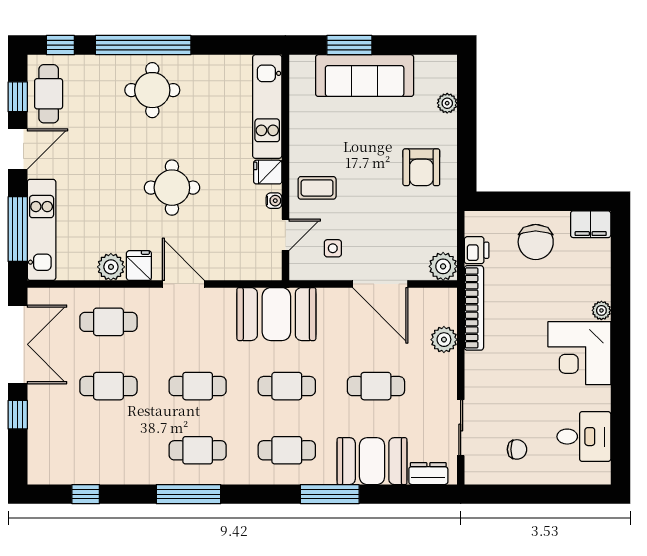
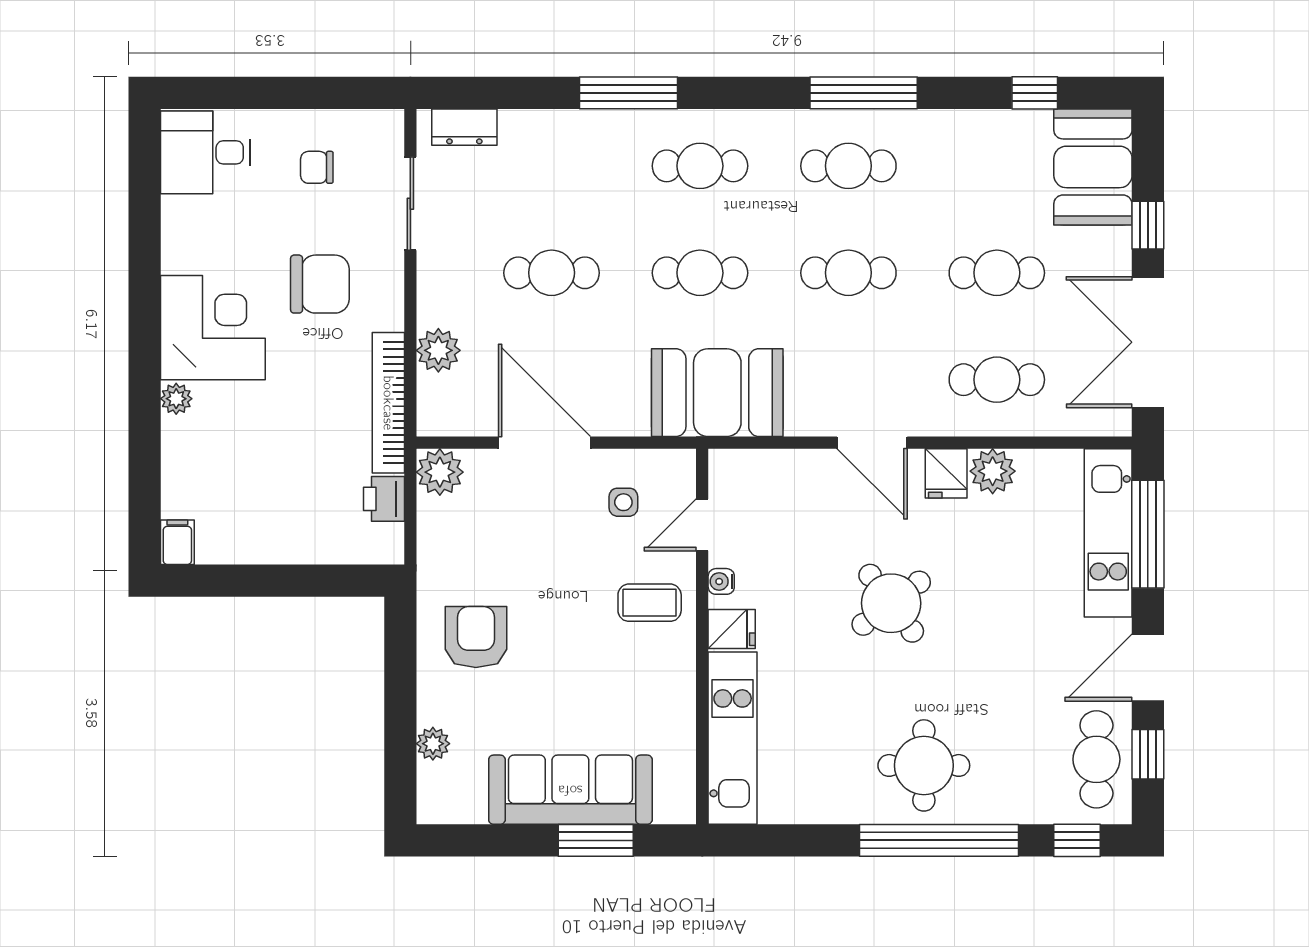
round table: (172, 188) -> (891, 603), turned -37
filing cabinet: (591, 224) -> (177, 542), width x0.50
chair: (536, 242) -> (320, 284), moved, turned 90
desk: (584, 437) -> (205, 152), moved
booth: (372, 461) -> (1093, 167), moved, turned 90

